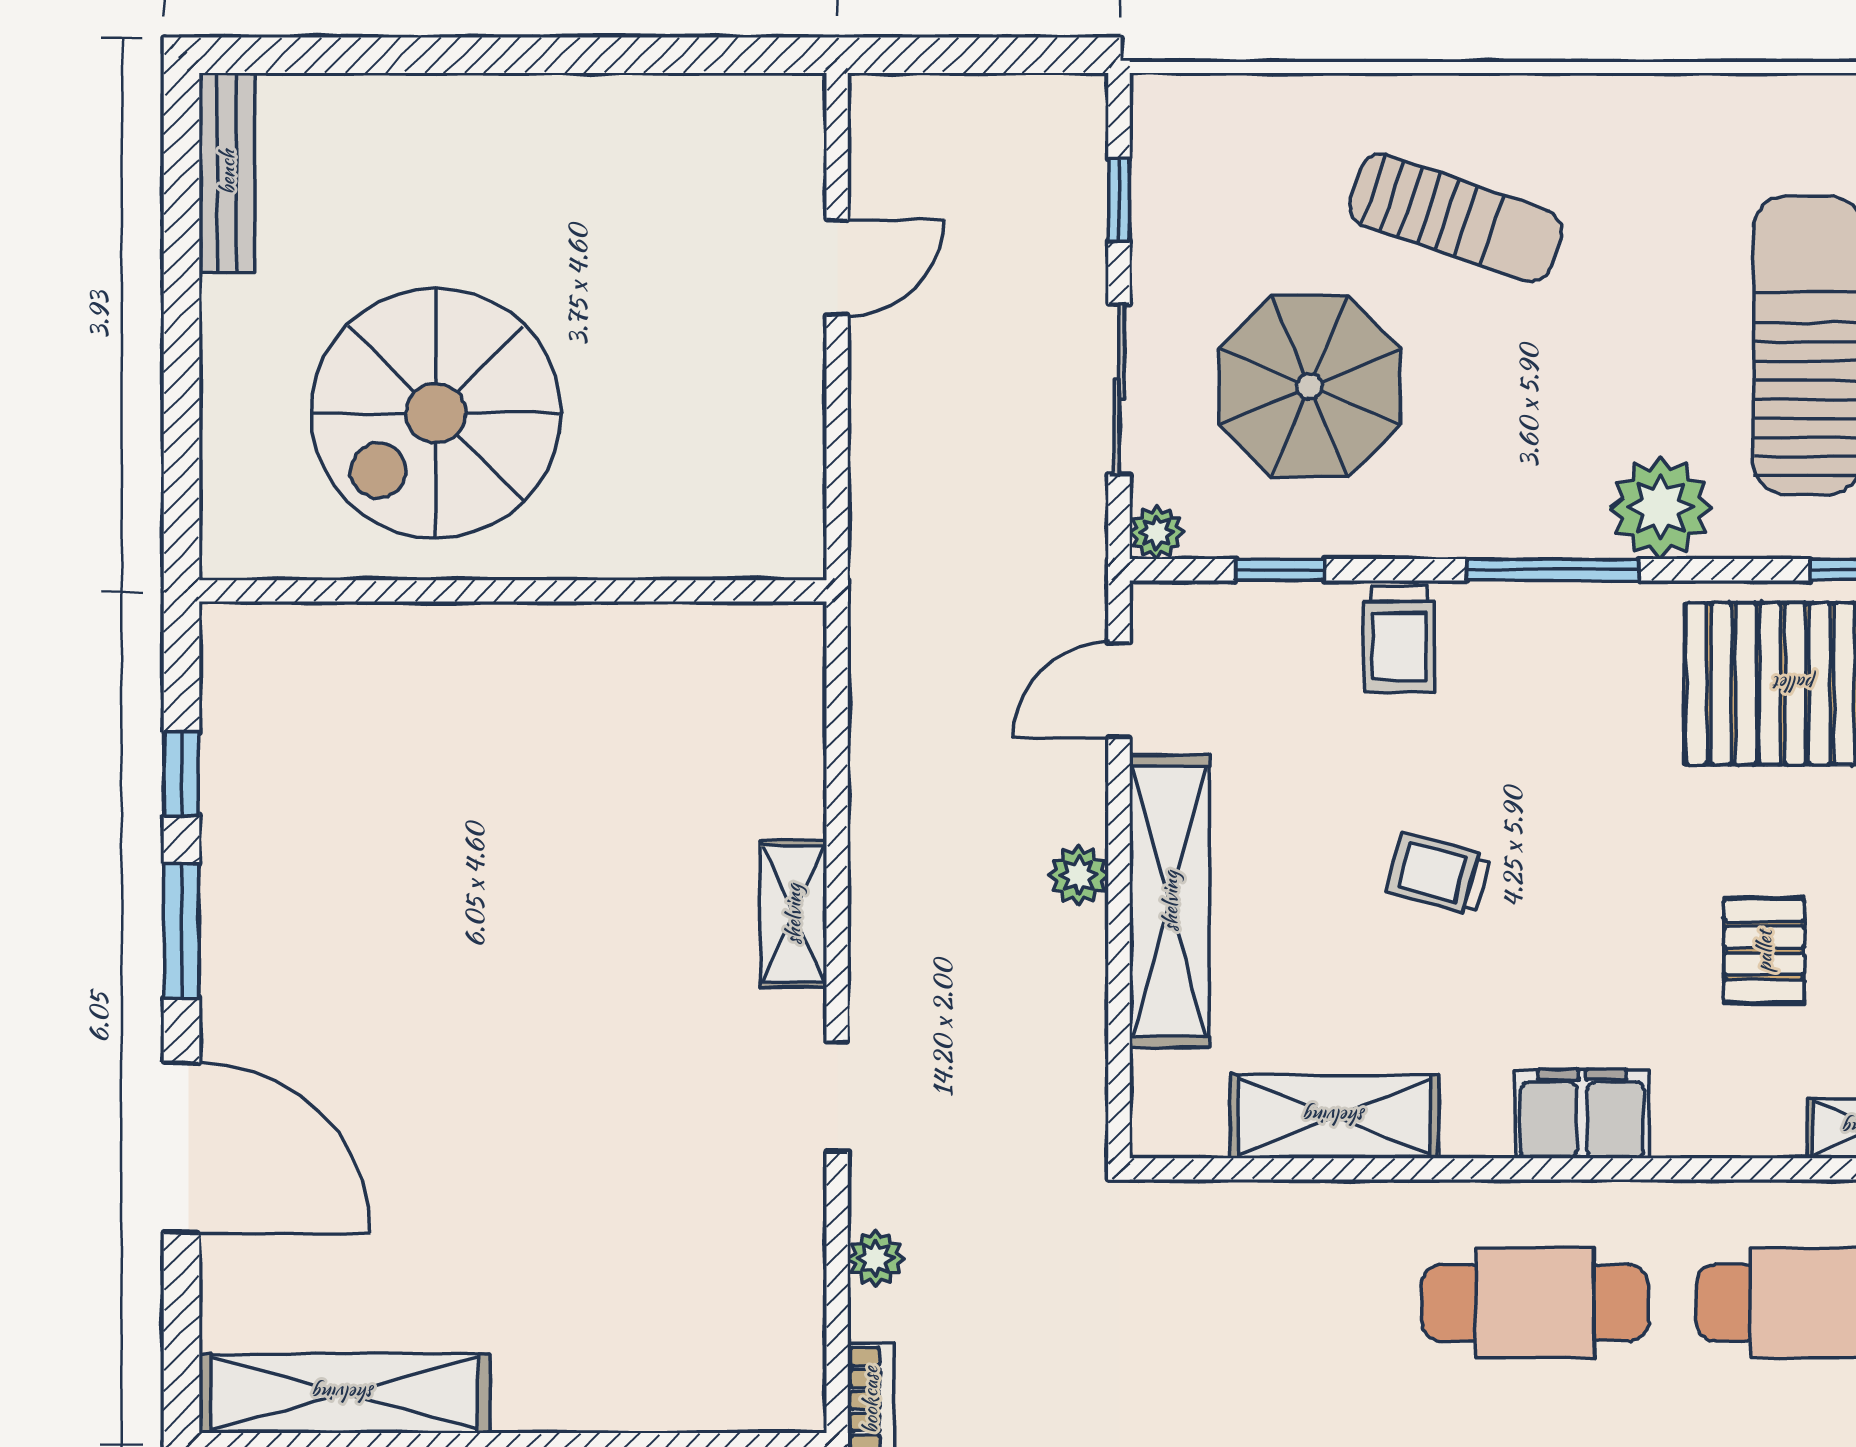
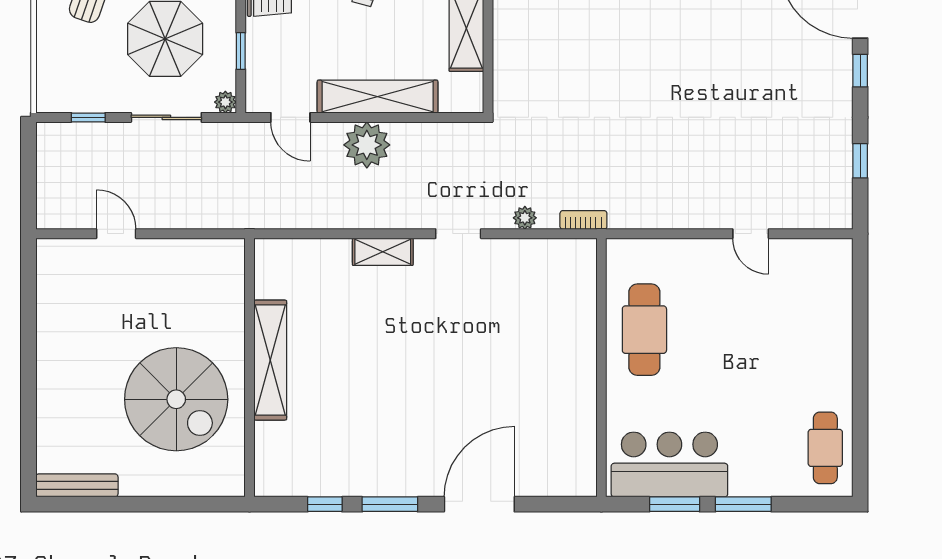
plant: (1079, 875) -> (367, 145), width x1.87, depth x1.87
shelving: (344, 1394) -> (270, 360), moved

